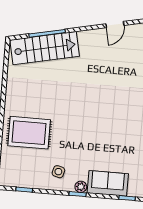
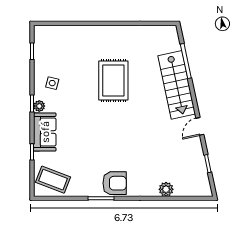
door: (115, 25) -> (200, 126), hinge flipped
stairs: (45, 48) -> (177, 85), moved
rug: (29, 133) -> (113, 81), moved

